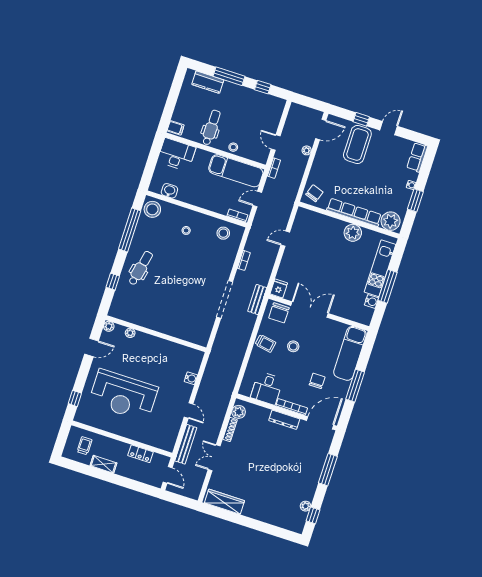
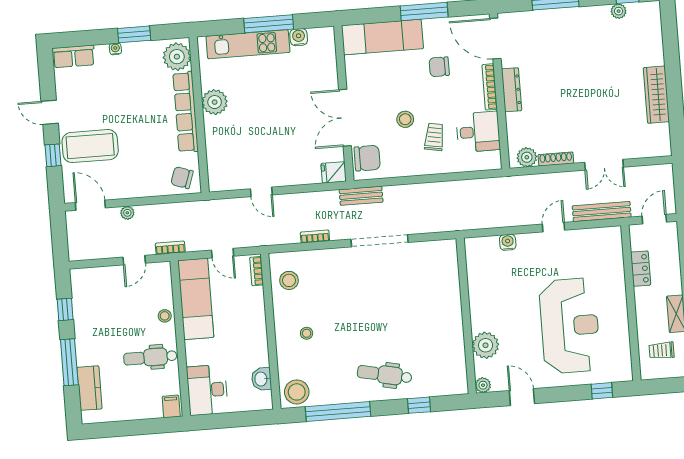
plant: (130, 333) -> (486, 345), width x1.88, depth x1.88
trolley: (265, 343) -> (434, 137), moved
wardrobe: (224, 502) -> (656, 95), moved

